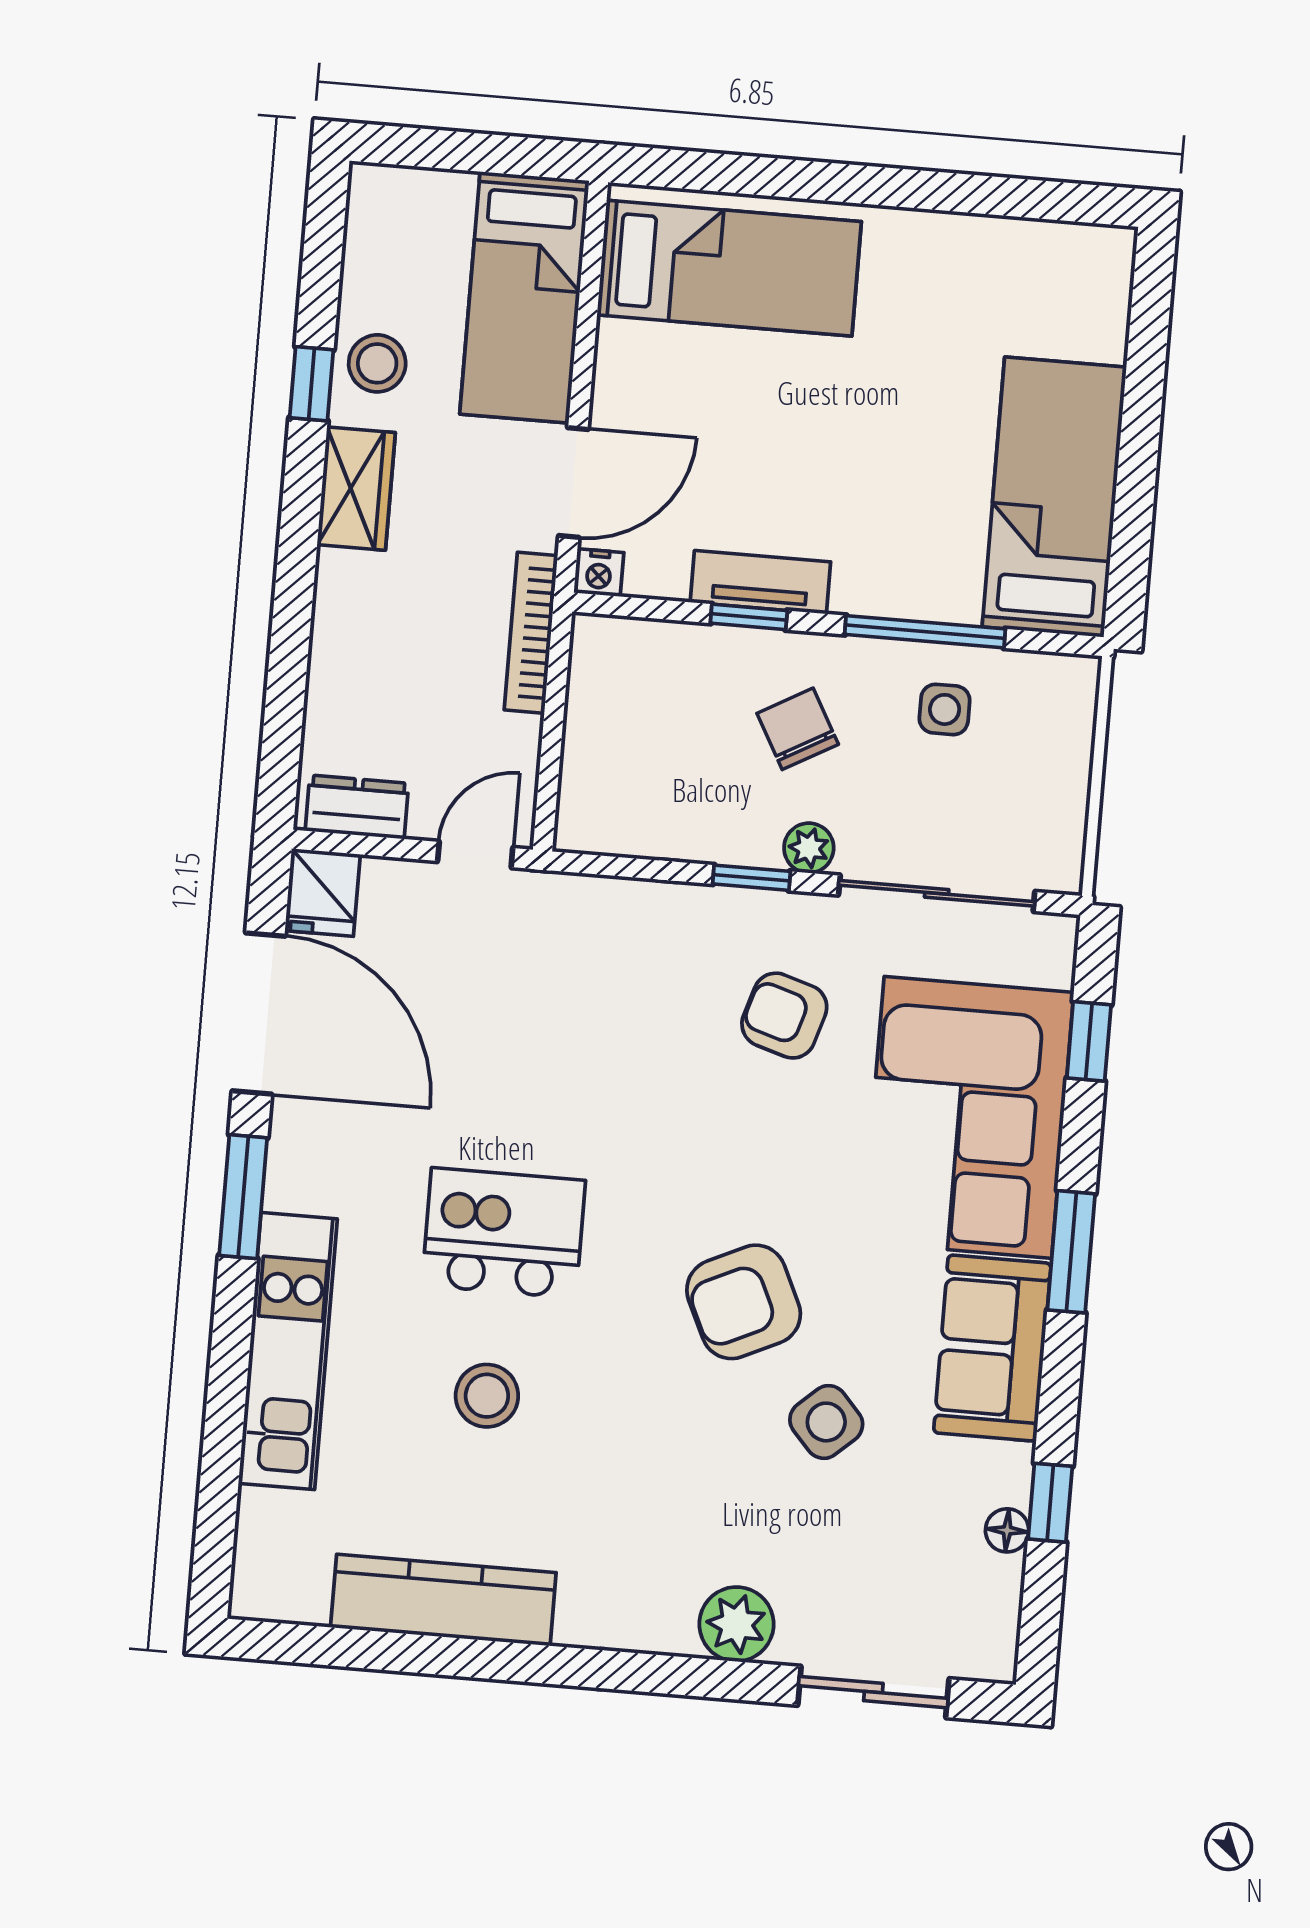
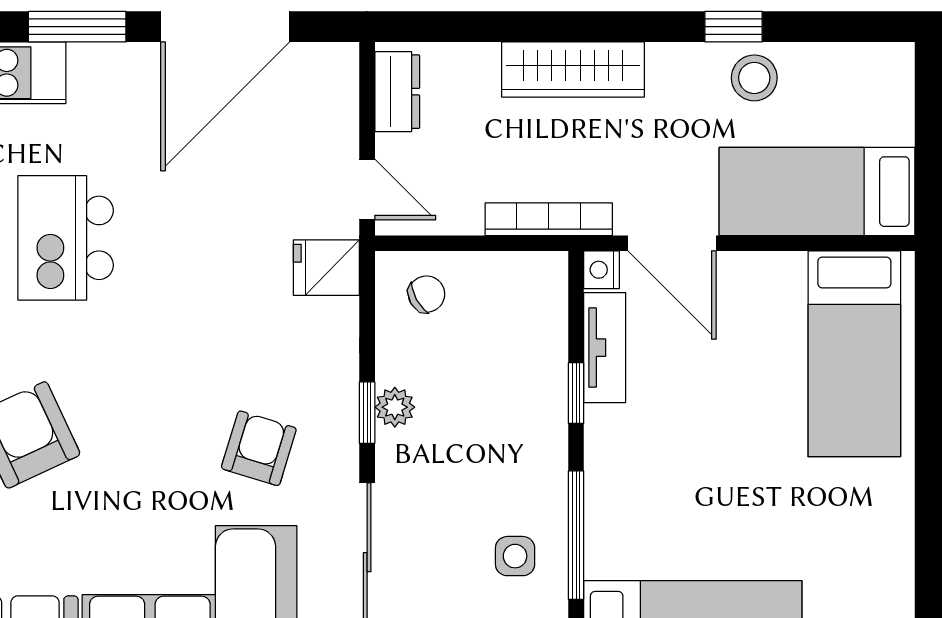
wardrobe: (356, 489) -> (573, 70), moved, width x1.50
tv unit: (760, 582) -> (605, 348), moved
chair: (798, 729) -> (426, 294), moved, width x0.73, depth x0.73
plant: (809, 848) -> (395, 407), moved
fridge: (322, 893) -> (326, 268), moved
kitchen island: (504, 1233) -> (66, 238), turned 180

